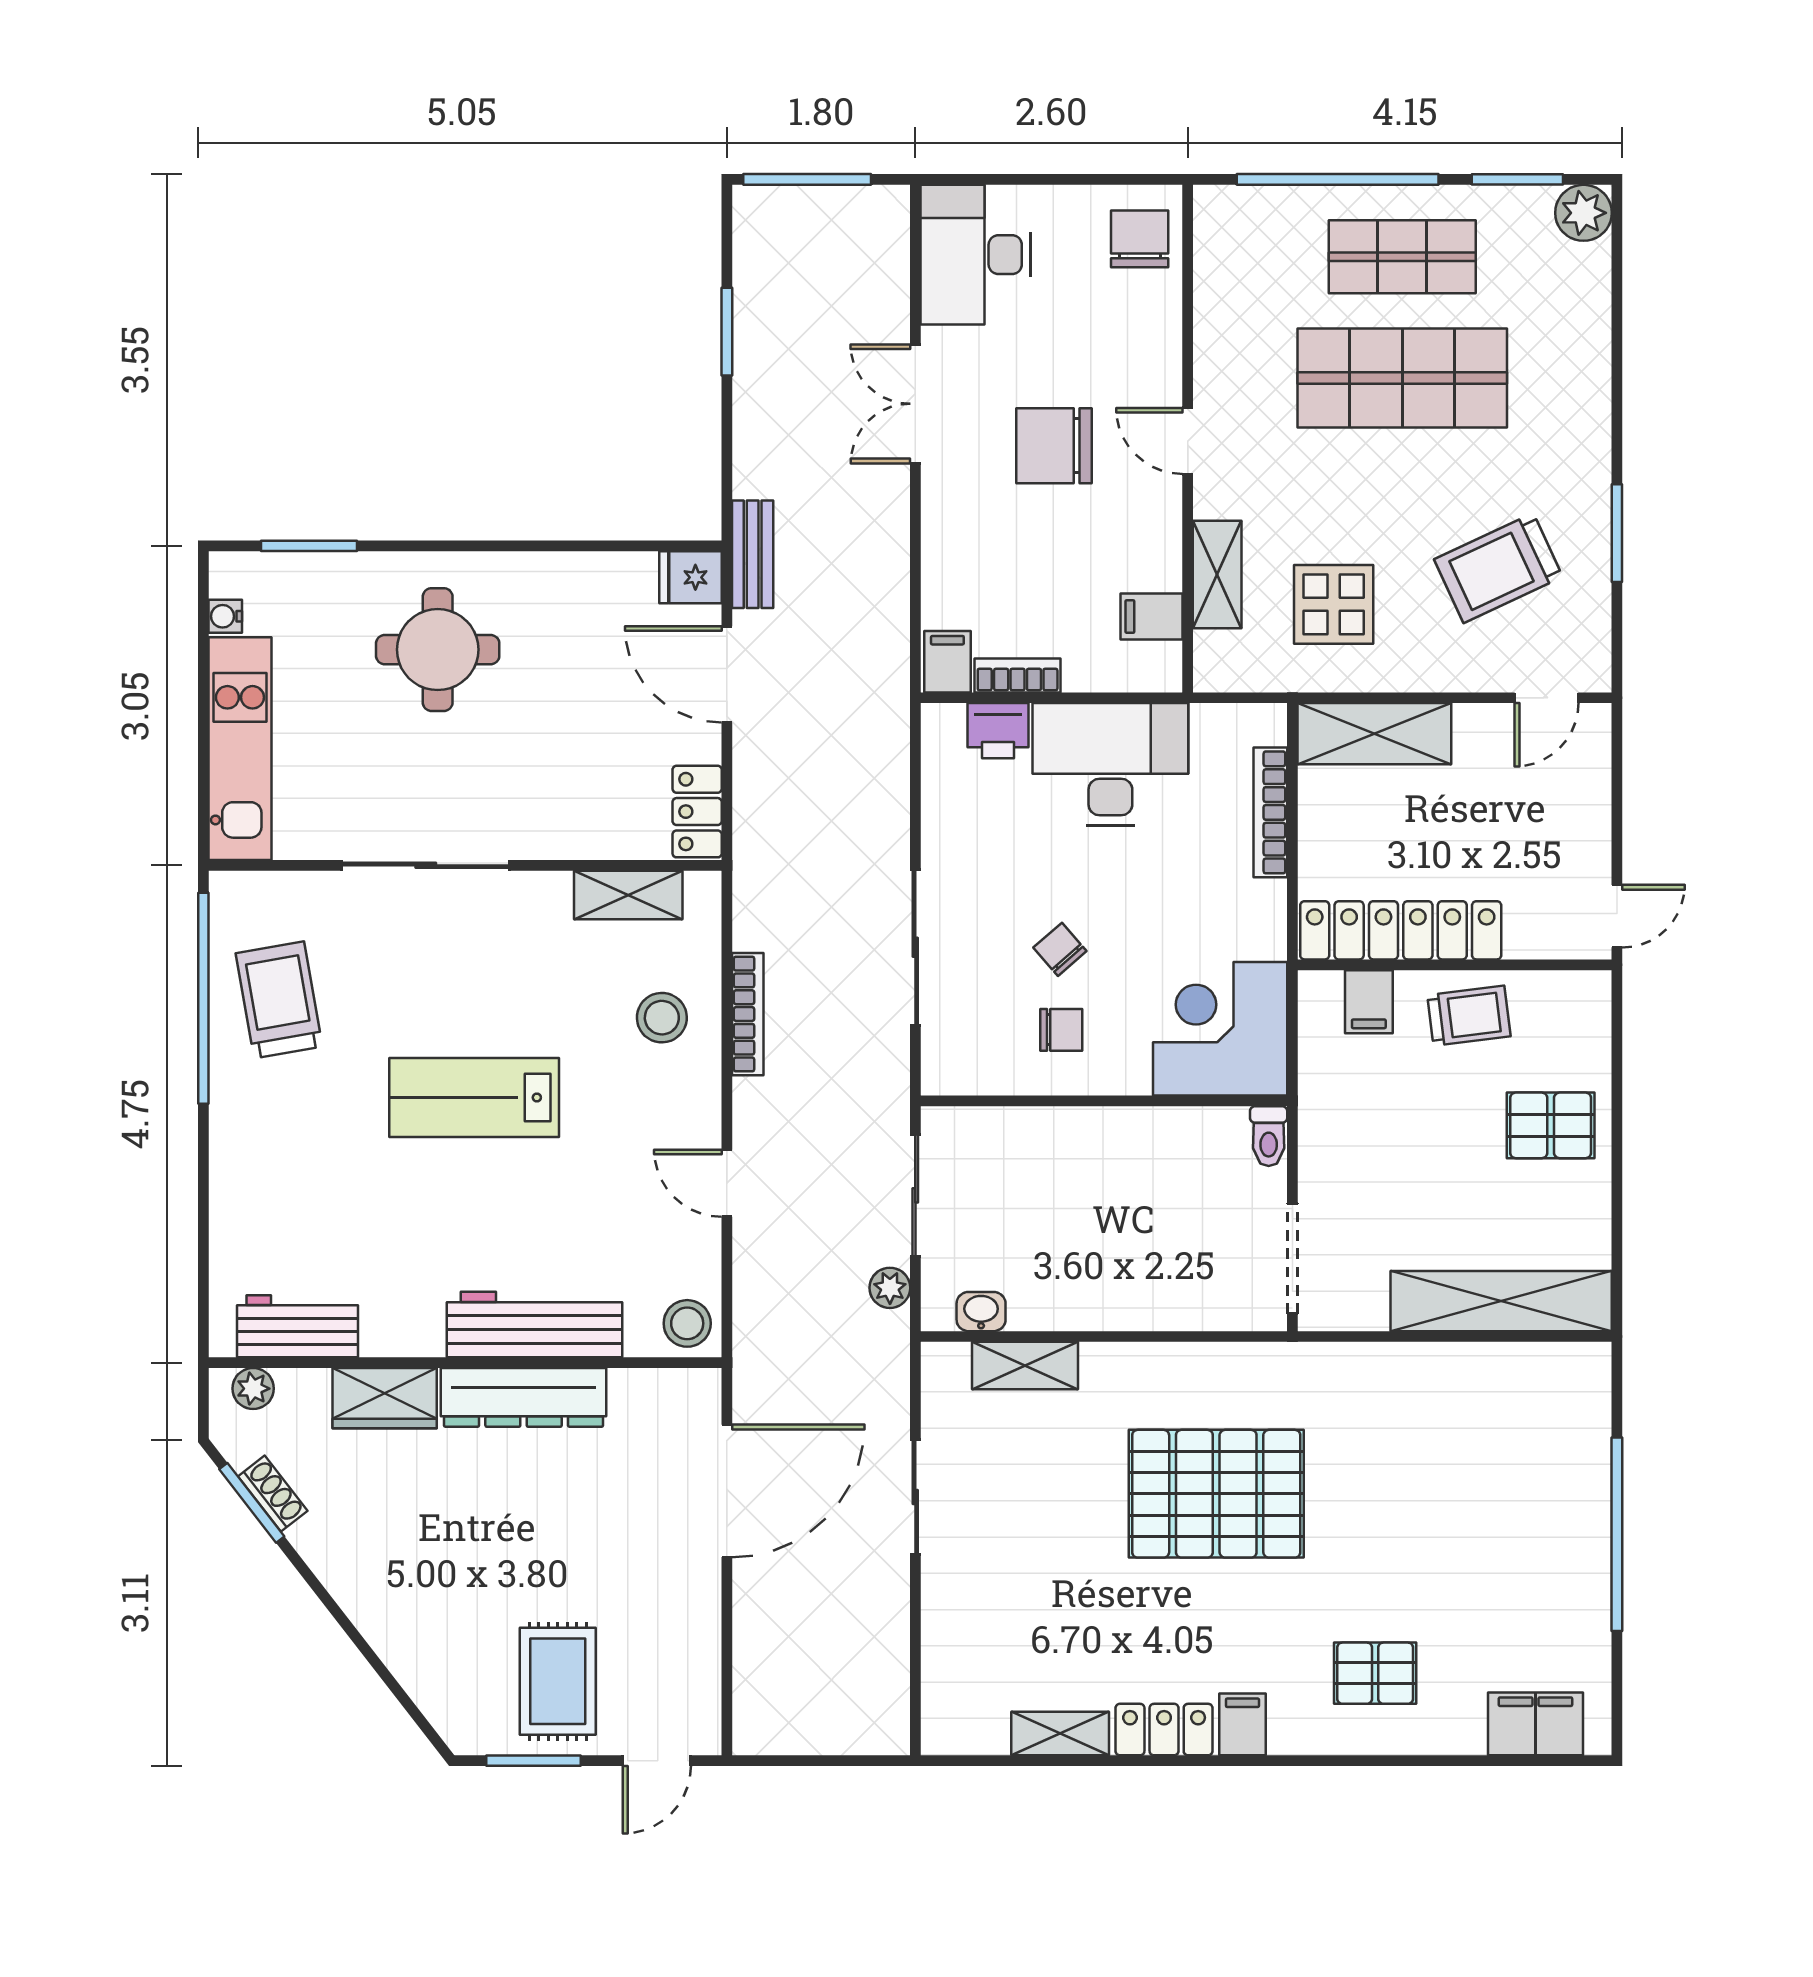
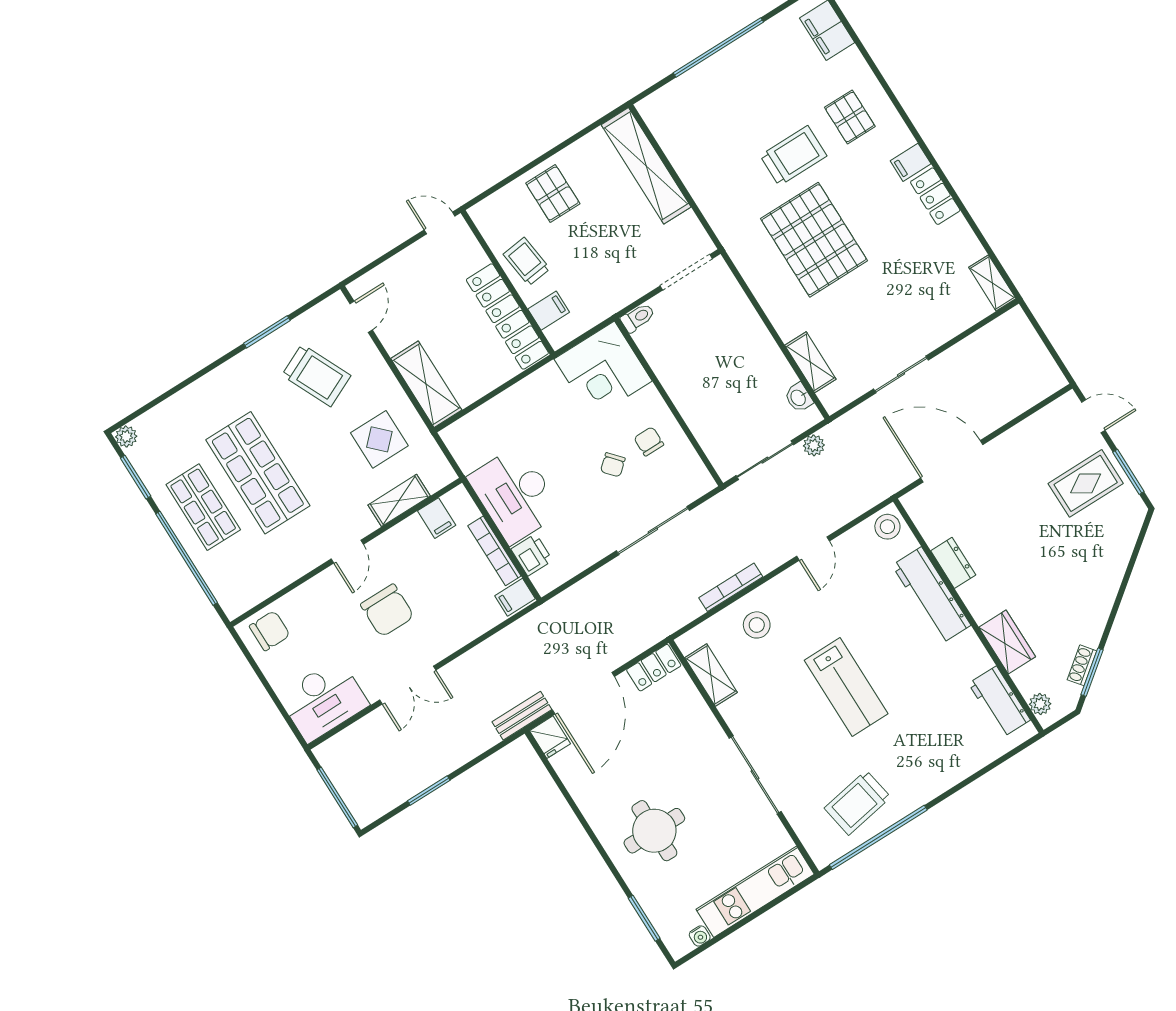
plant: (1584, 213) -> (126, 437), width x0.73, depth x0.73
chair: (1140, 239) -> (270, 631), turned 180
door: (727, 674) -> (583, 693), width x1.36
bookcase: (1018, 675) -> (494, 551), width x1.56
door: (1546, 698) -> (361, 317), hinge flipped
bookcase: (1270, 812) -> (491, 409), removed
dresser: (524, 1397) -> (953, 563), width x0.51, depth x0.80
trolley: (1370, 1545) -> (793, 156), added
shelving: (1060, 1733) -> (992, 283), moved

